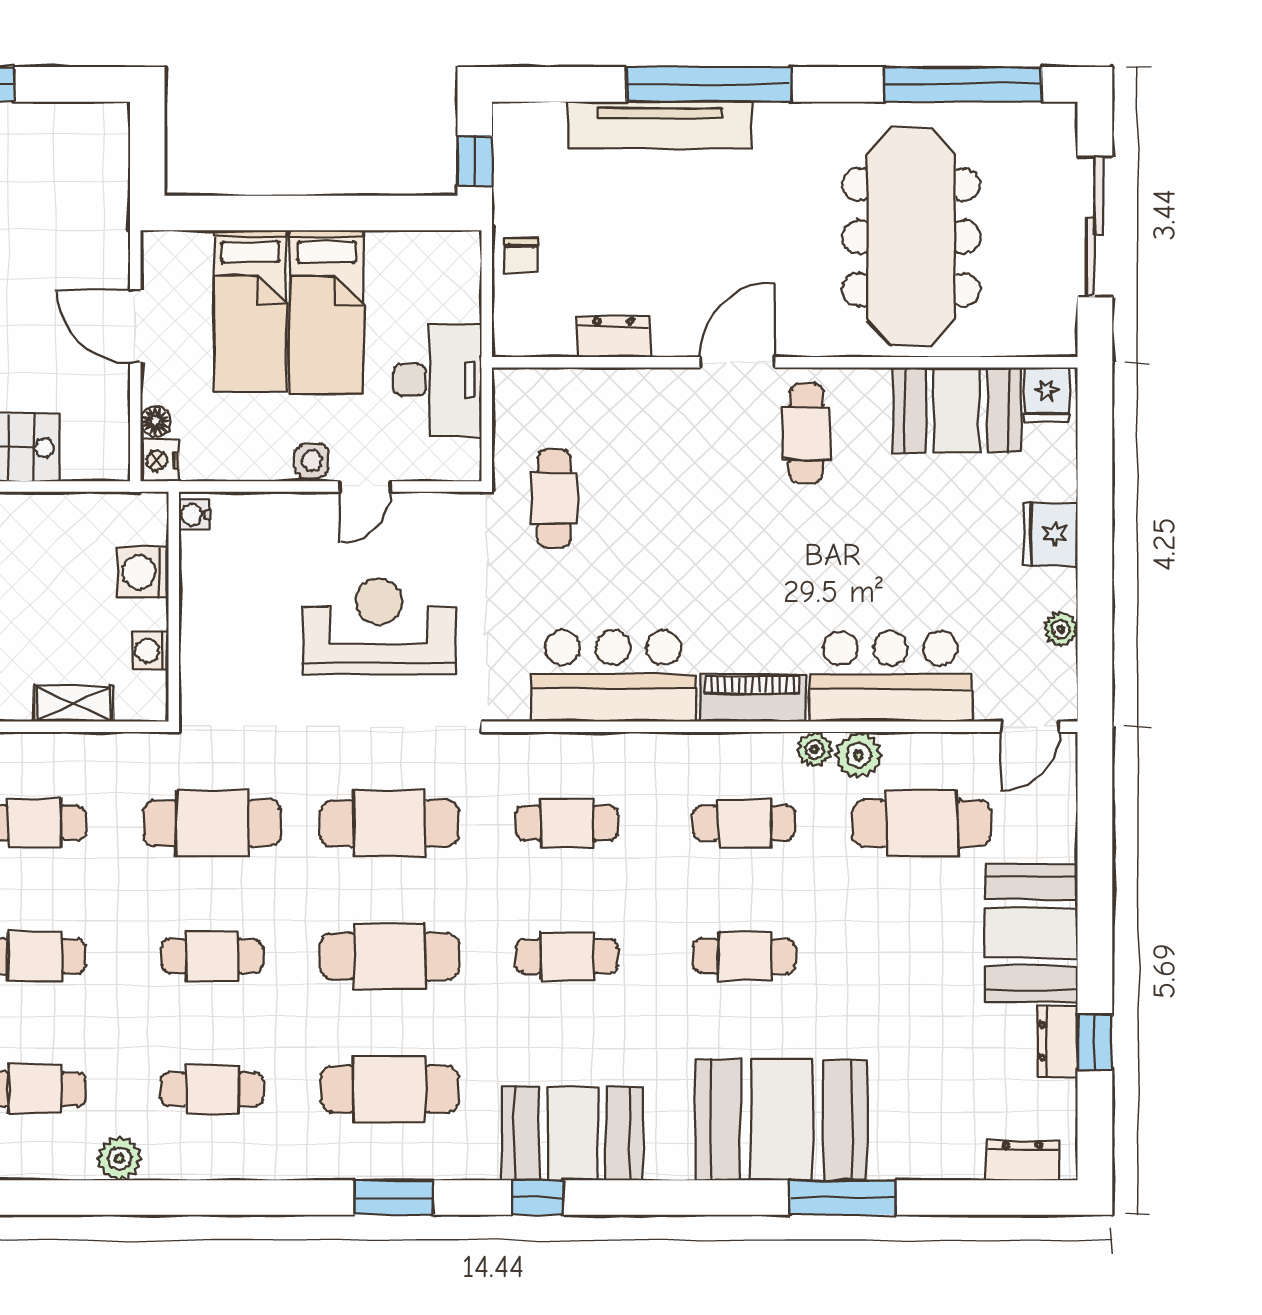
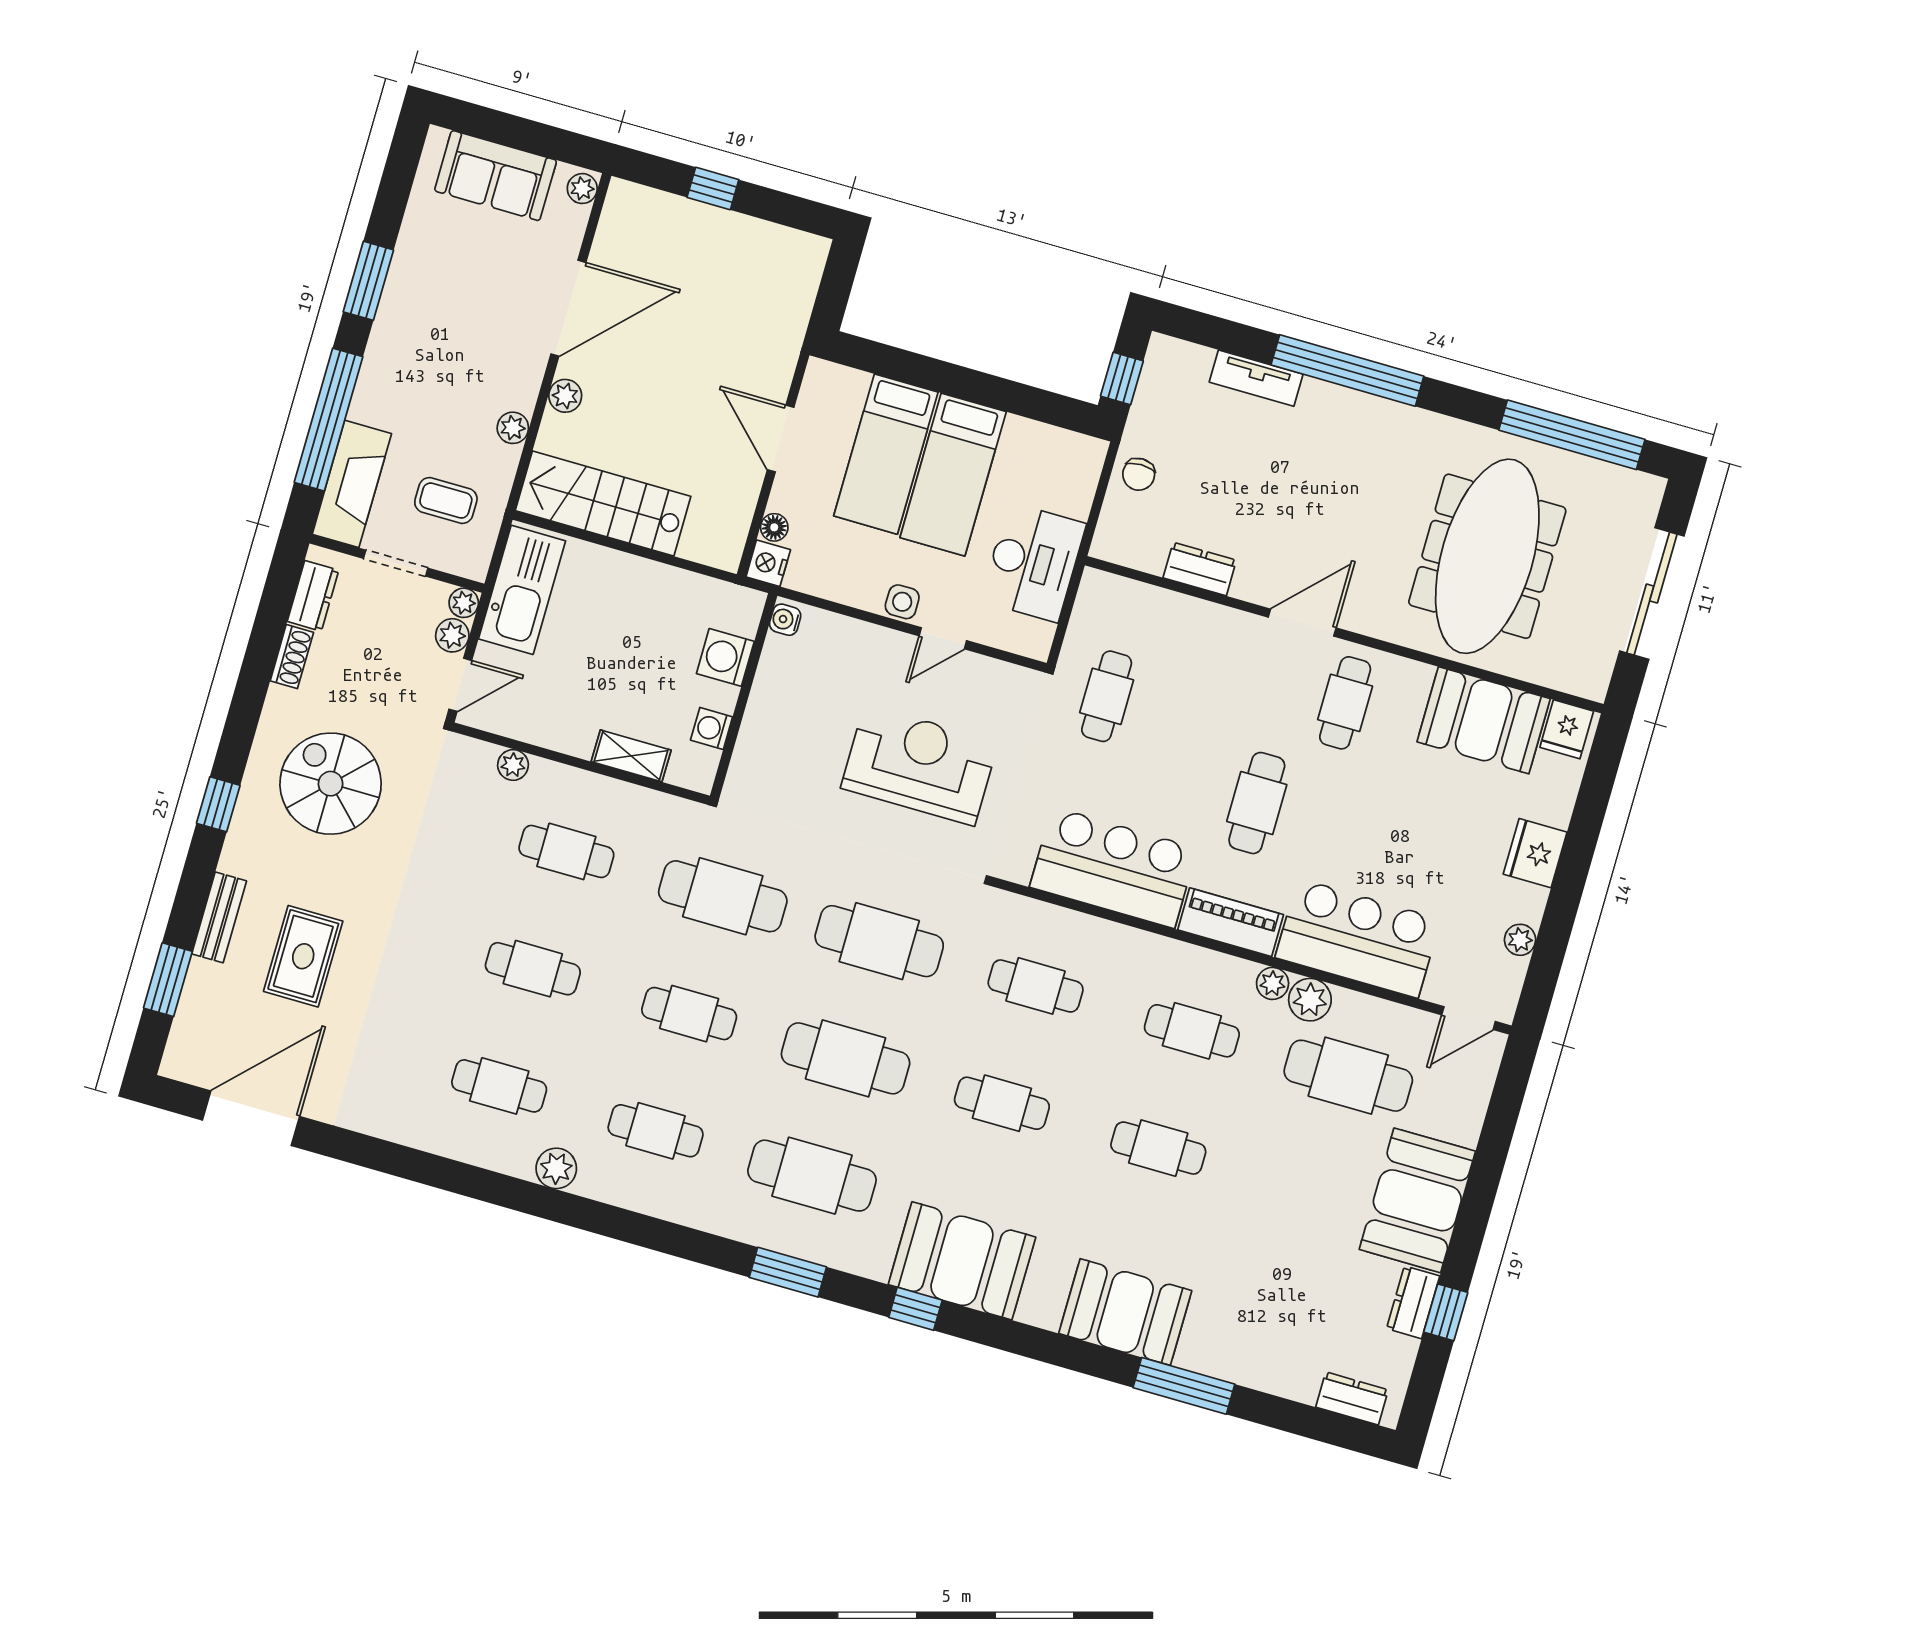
tv unit: (660, 125) -> (1256, 378), width x0.52, depth x0.78
cafe table: (744, 565) -> (1257, 803), added
booth: (782, 1120) -> (1125, 1312), width x0.73, depth x0.70

